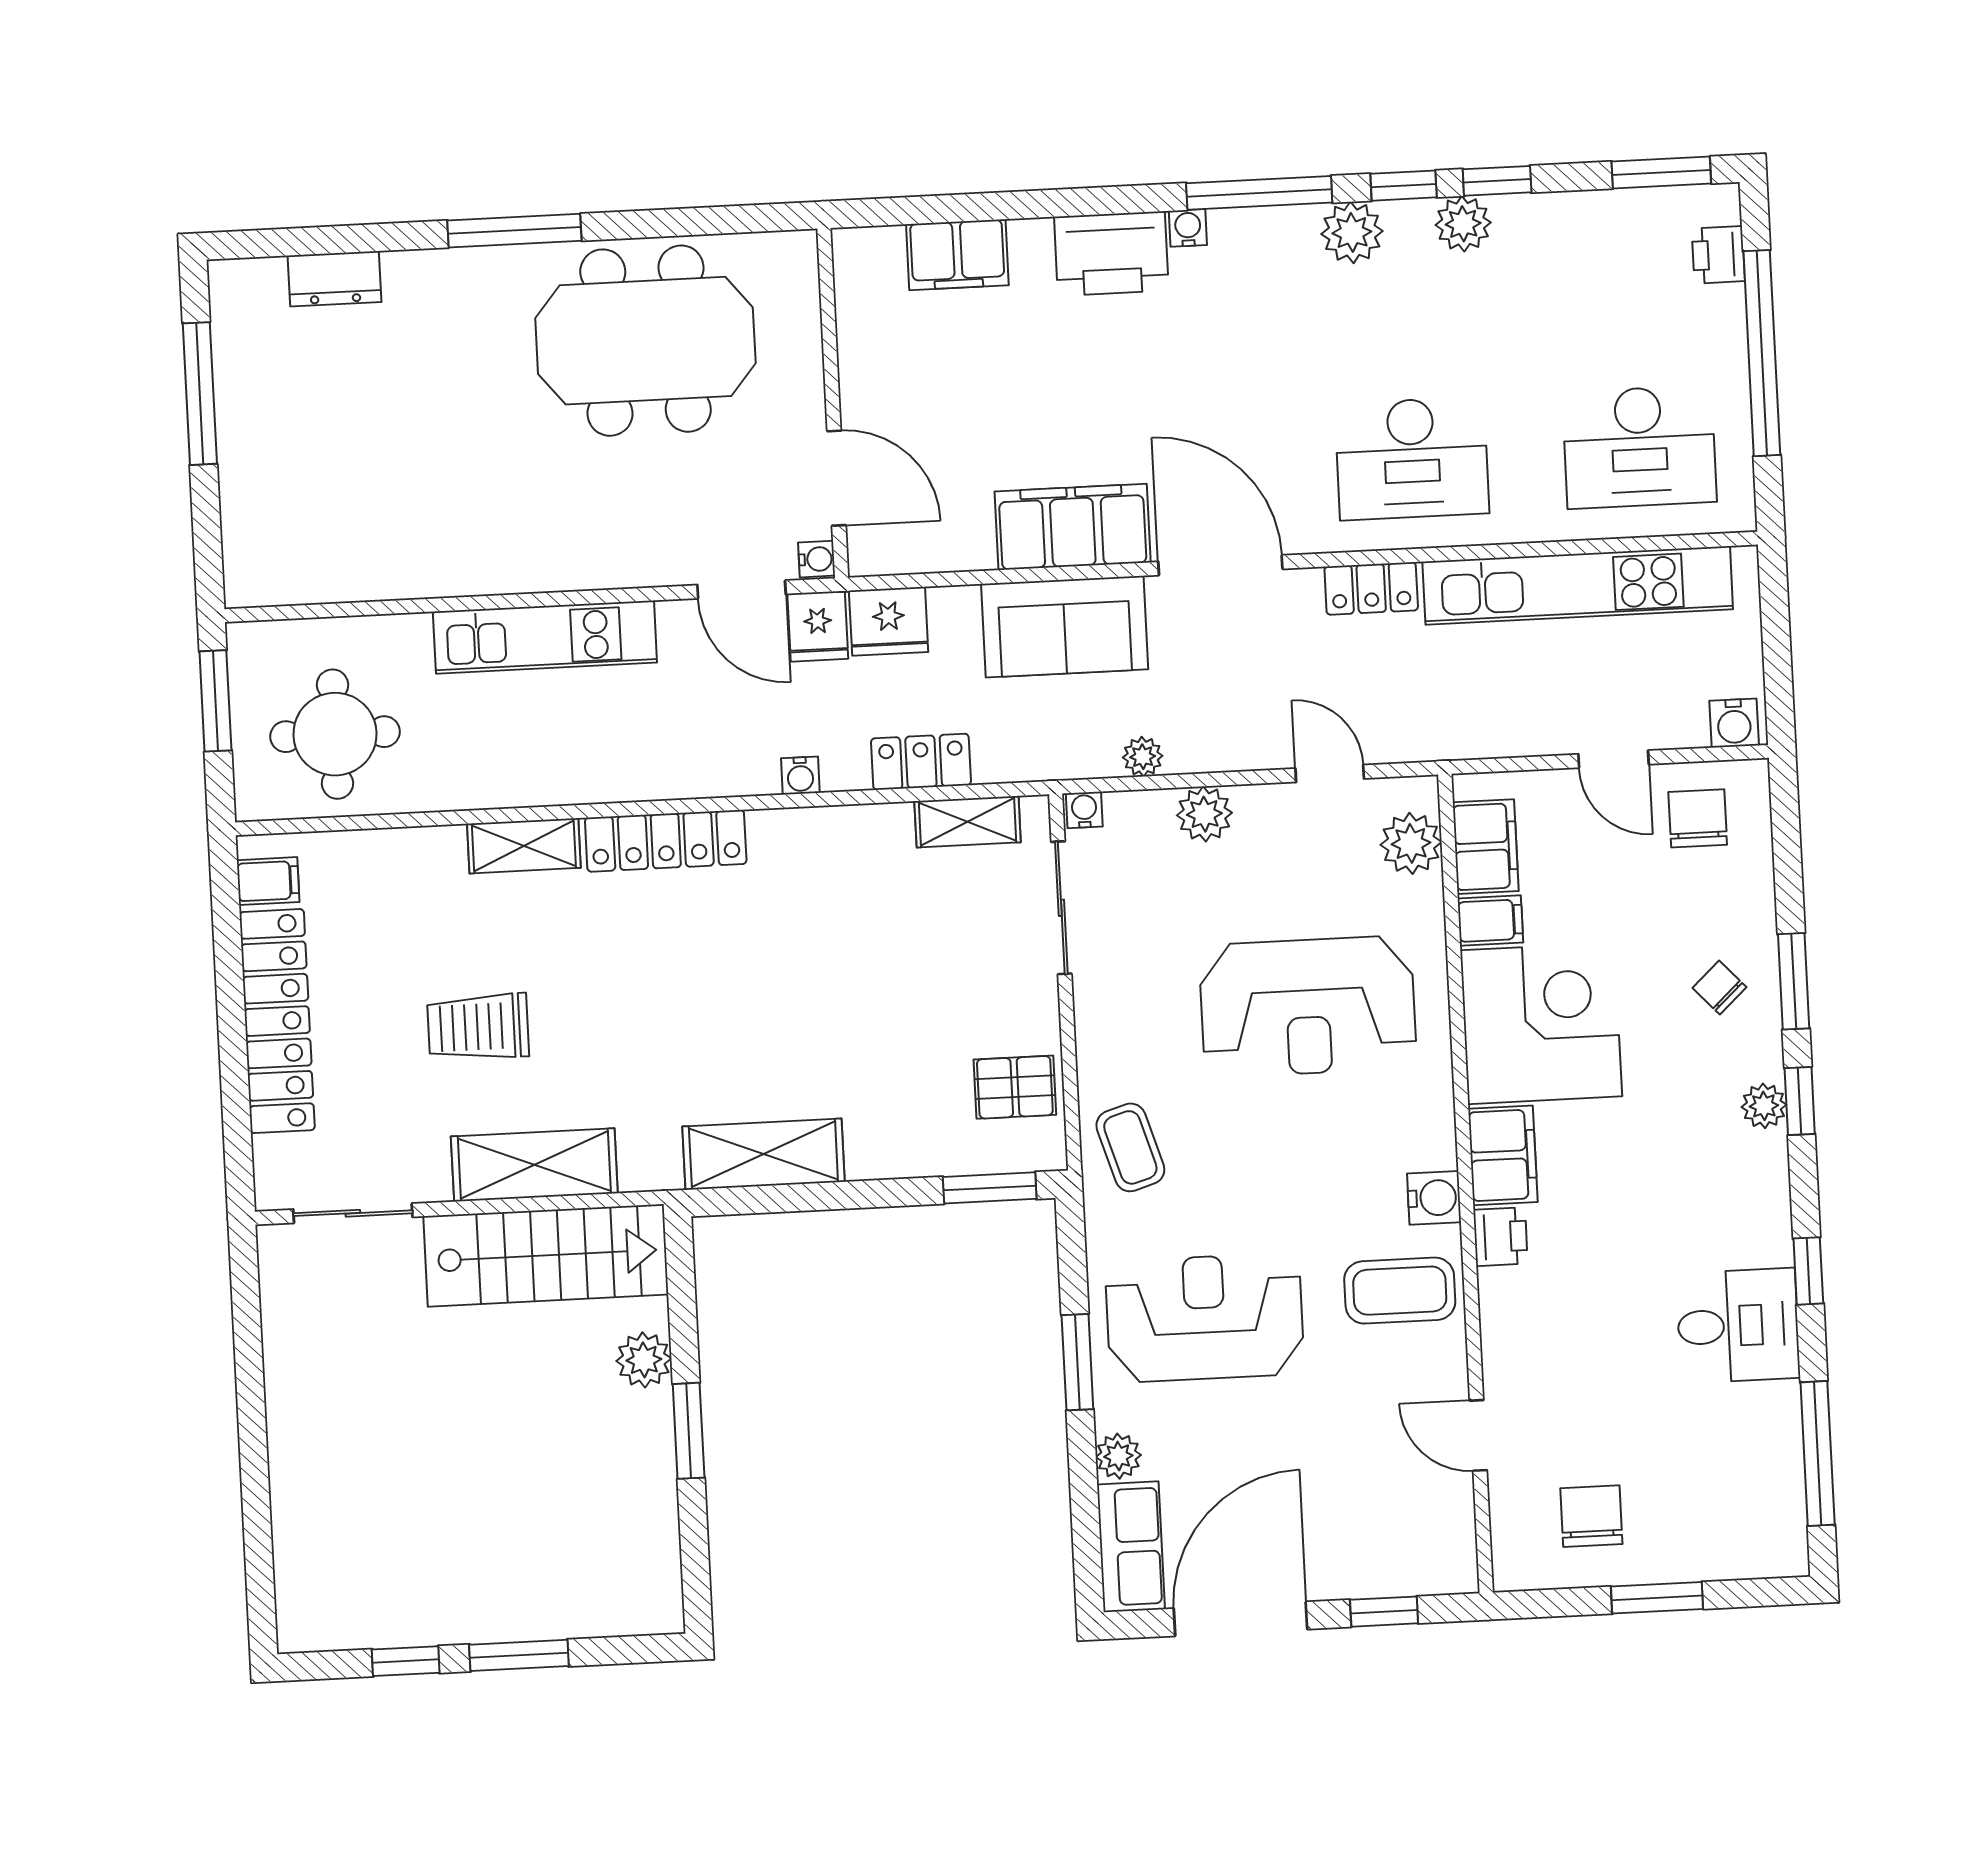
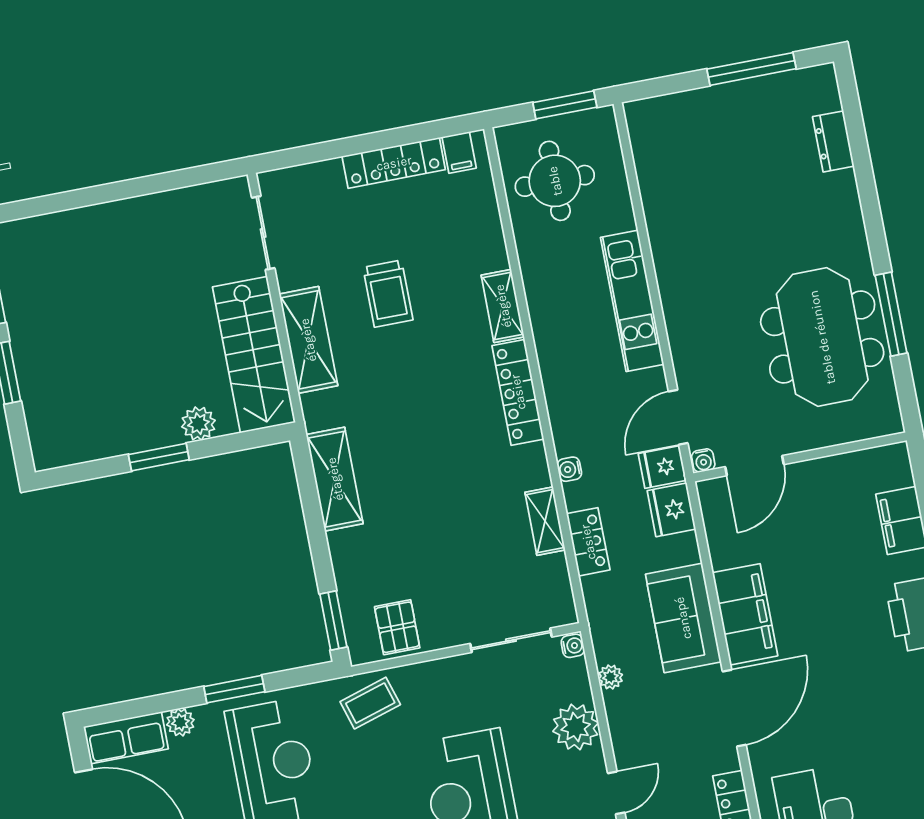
window: (514, 231) -> (891, 314), moved
plant: (1204, 814) -> (576, 727), width x1.36, depth x1.36
shelving: (968, 822) -> (545, 521), moved
locker: (277, 1021) -> (394, 163), width x0.71, depth x0.83
trolley: (478, 1027) -> (388, 294), turned 180

